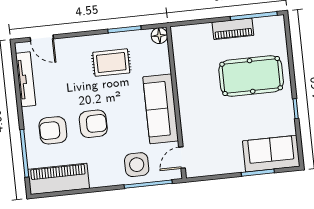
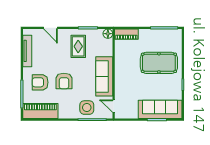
piano: (233, 29) -> (126, 34), moved
door: (42, 38) -> (51, 28), moved
rug: (111, 63) -> (78, 46), turned 90
armchair: (93, 124) -> (64, 81), turned 90
sofa: (271, 154) -> (160, 109), width x1.36
door: (182, 158) -> (114, 106), hinge flipped

